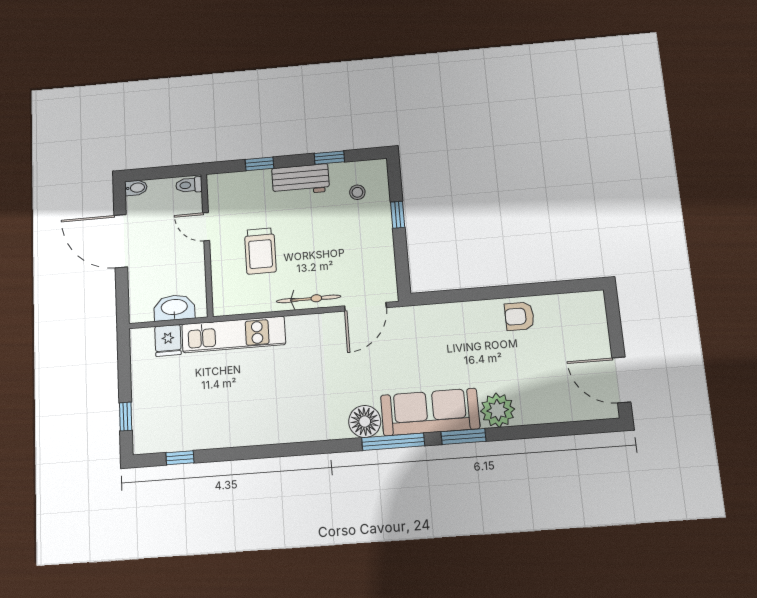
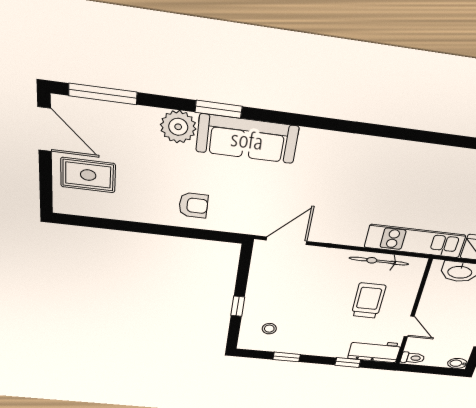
workbench: (301, 180) -> (374, 351), moved
bicycle: (309, 299) -> (379, 261), moved
armchair: (519, 316) -> (193, 205), moved
rug: (575, 340) -> (88, 175), added
floor lamp: (365, 421) -> (315, 143), removed
window: (393, 442) -> (103, 94), moved

